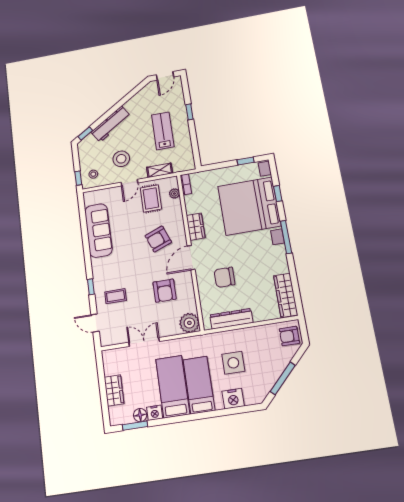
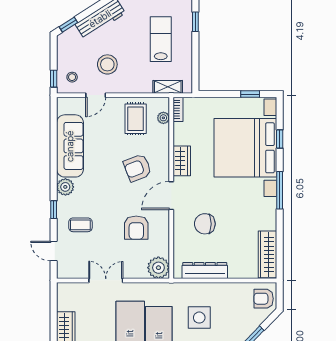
shelving: (160, 170) -> (168, 87), moved
door: (129, 183) -> (96, 95), moved
plant: (99, 266) -> (65, 187), added

